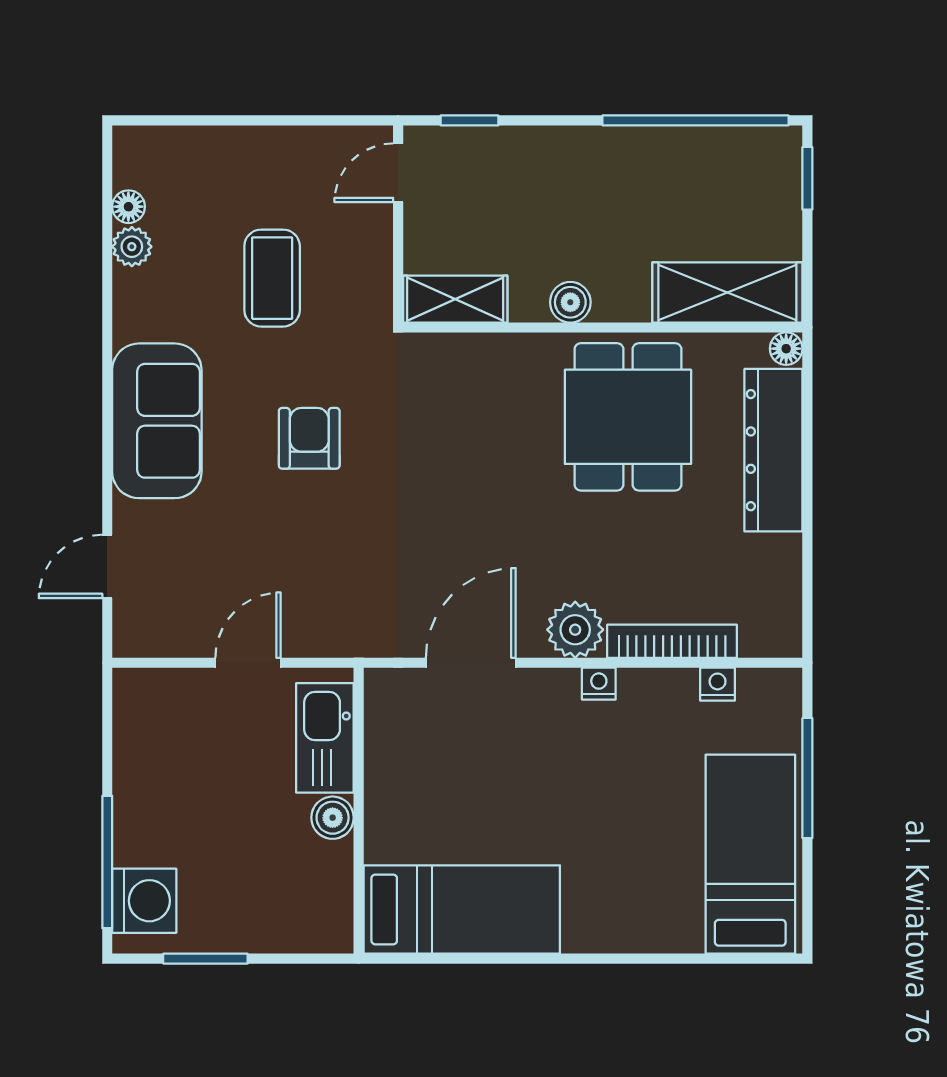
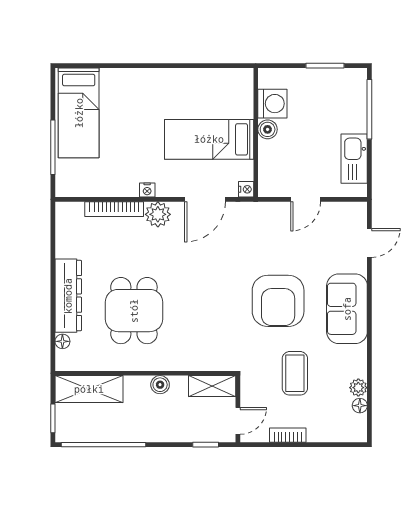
bookcase: (288, 141) -> (288, 435), added
shelving: (727, 293) -> (89, 389), moved
shelving: (455, 299) -> (212, 386), moved
boiler: (570, 302) -> (160, 385), moved
wall: (603, 327) -> (145, 373), moved
armchair: (309, 438) -> (278, 301), width x1.88, depth x1.88
nightstand: (718, 684) -> (246, 189), moved, turned -90
kitchen sink: (325, 738) -> (354, 159), moved, turned 180
washing machine: (144, 901) -> (272, 104), moved, turned 180
bed: (462, 909) -> (209, 139), moved

